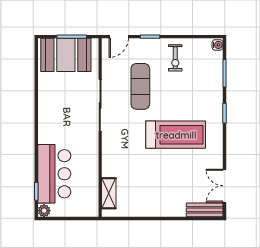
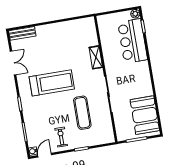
door: (119, 37) -> (45, 155), moved
booth: (66, 55) -> (145, 115), moved, turned 90
treadmill: (176, 135) -> (52, 83), turned 180
double door: (225, 186) -> (13, 63), moved
shelving: (109, 193) -> (96, 57), moved

